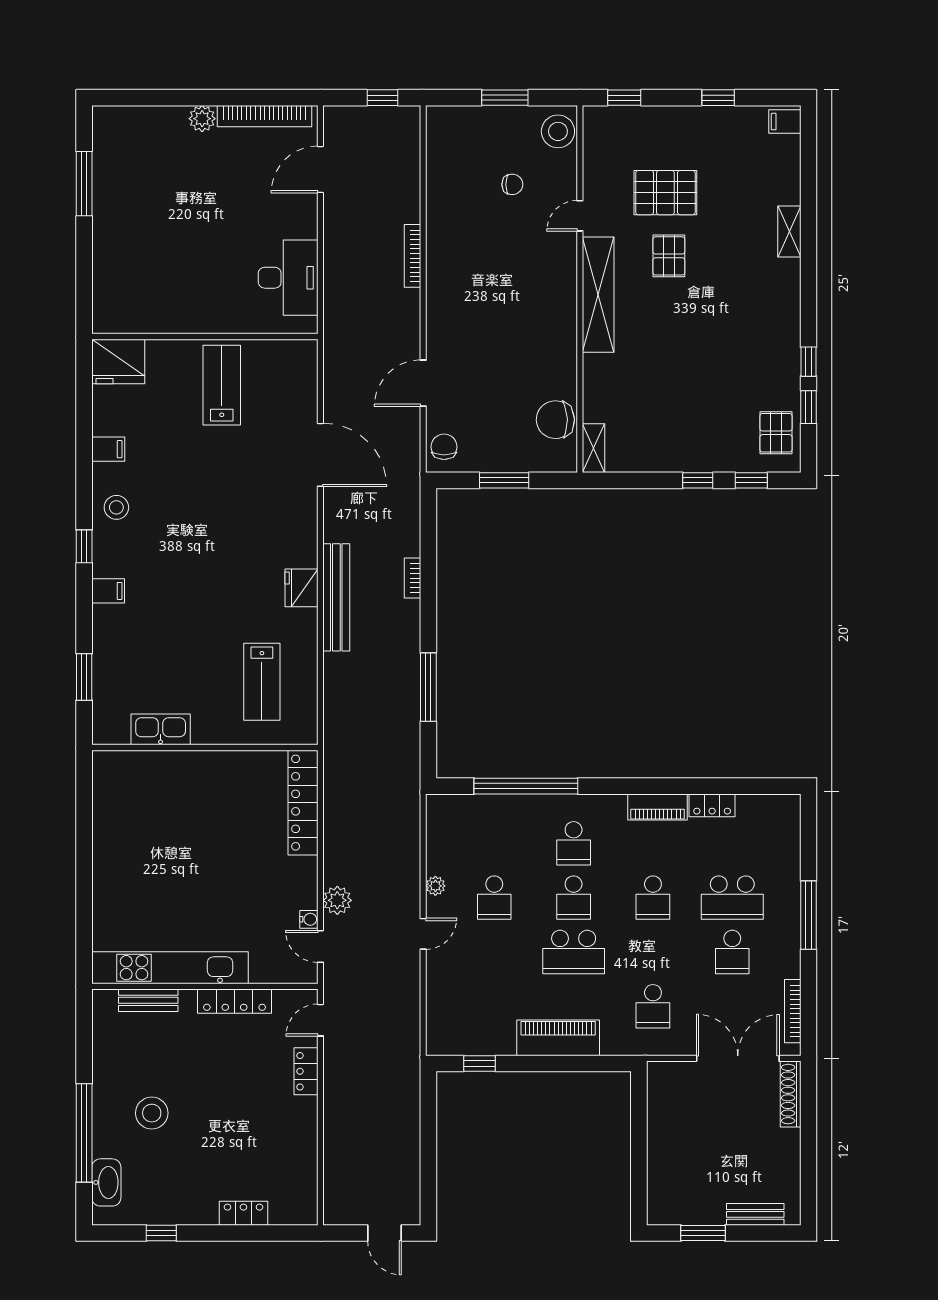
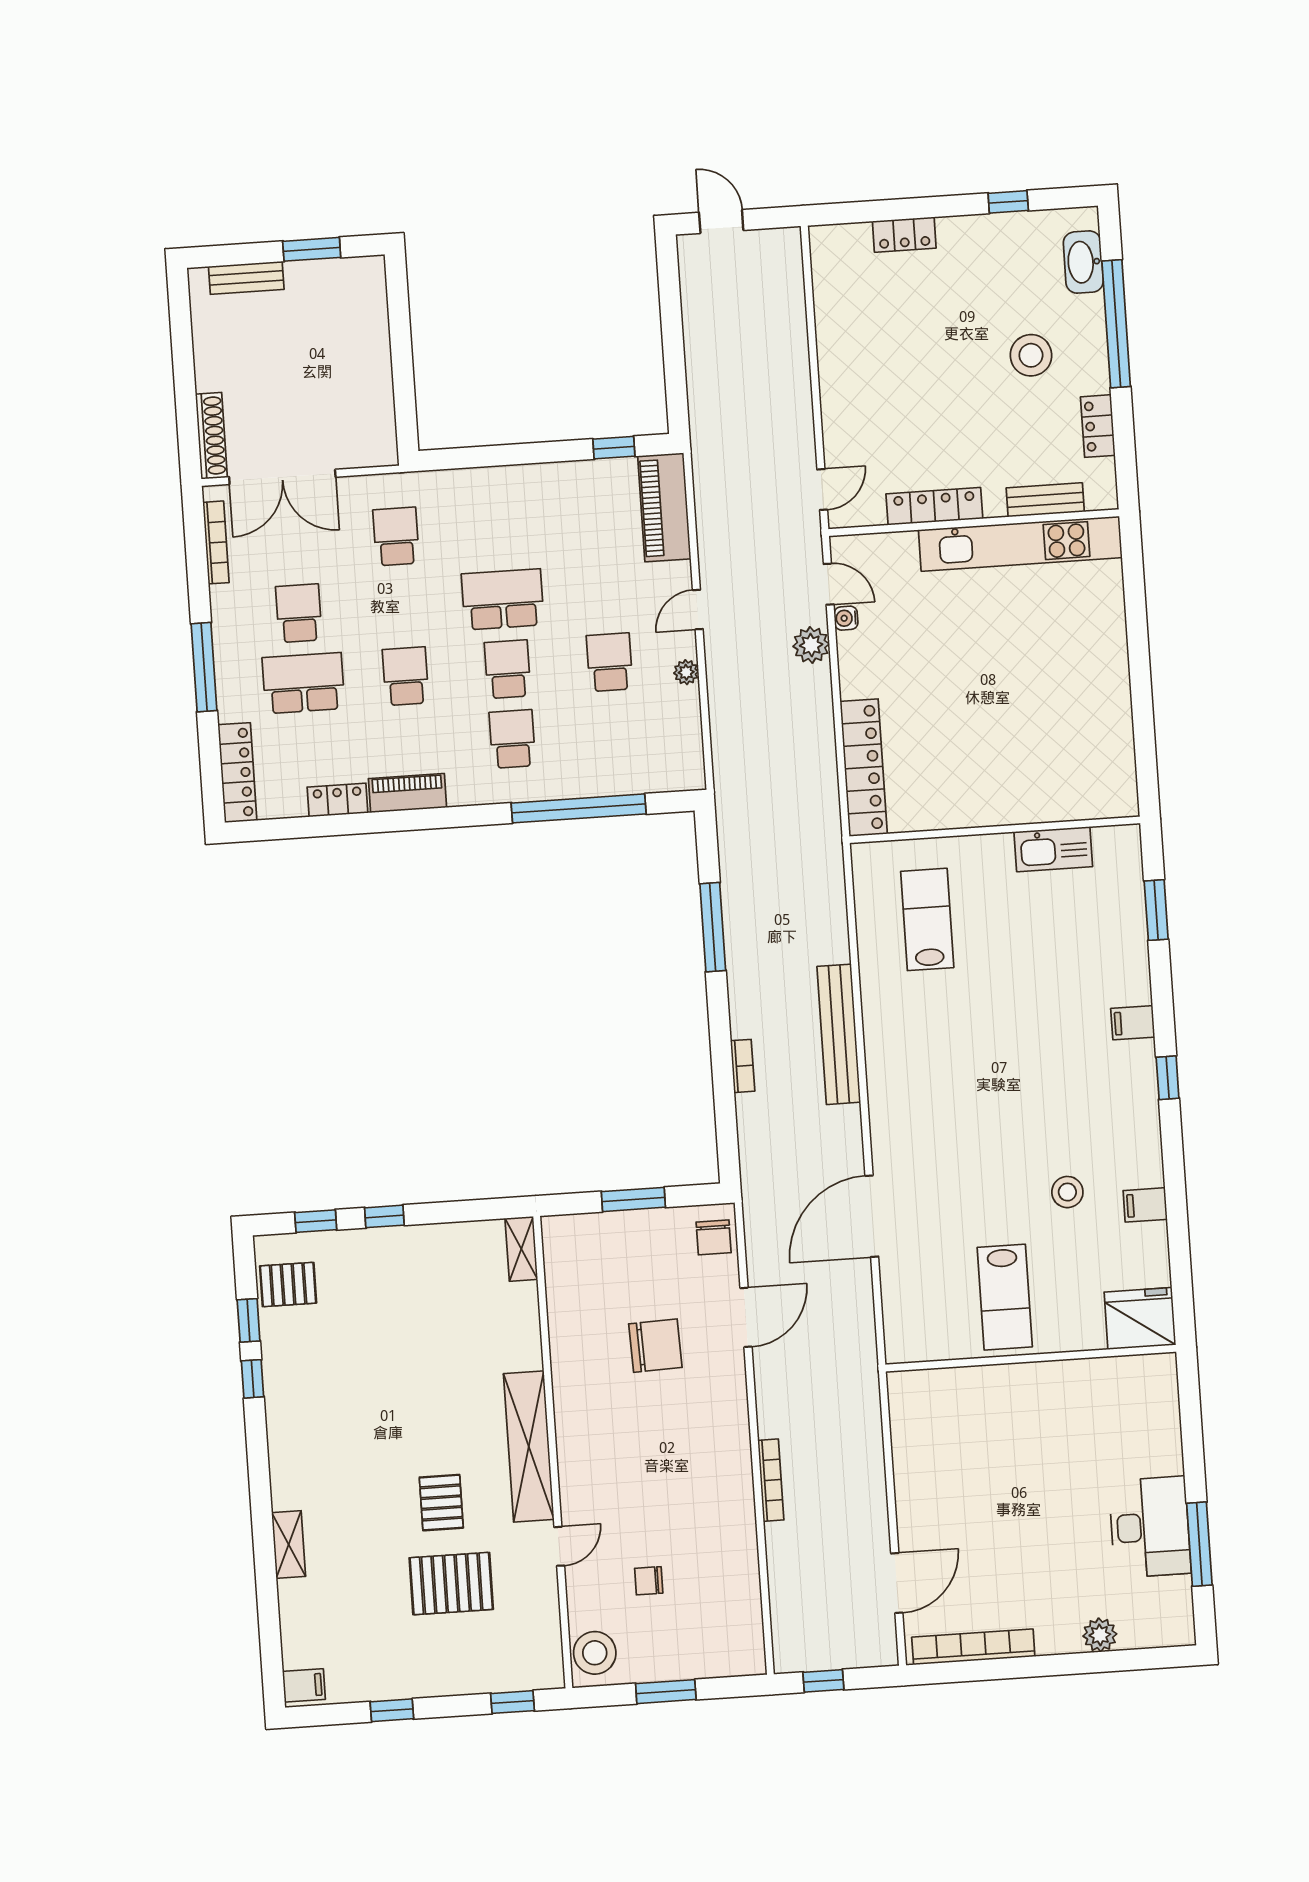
plant: (202, 119) -> (1100, 1635), moved
desk: (288, 278) -> (1150, 1527), moved, turned 180
chair: (555, 420) -> (655, 1346), moved
pallet: (776, 433) -> (288, 1284), turned 90
door: (320, 455) -> (872, 1216), hinge flipped
stool: (116, 507) -> (1067, 1192), moved
fridge: (302, 588) -> (884, 1044), removed
locker: (788, 832) -> (237, 773), added
piano: (558, 1038) -> (664, 507), moved, turned 90
locker: (306, 1071) -> (1098, 426), moved, turned 180

